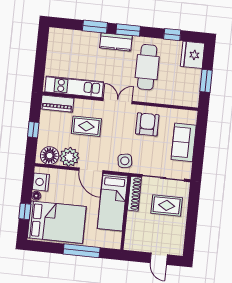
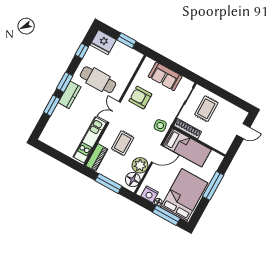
window: (33, 130) -> (109, 183), width x2.17
window: (25, 211) -> (166, 215), width x2.17

